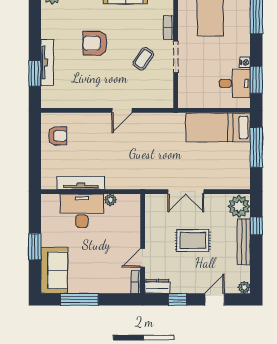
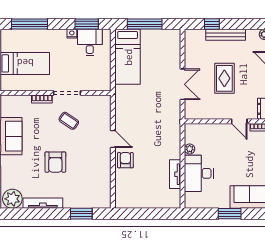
tv unit: (47, 63) -> (43, 203), moved
armchair: (58, 136) -> (125, 160), moved
tv unit: (81, 183) -> (175, 174), width x0.71
plant: (239, 206) -> (195, 39), removed

